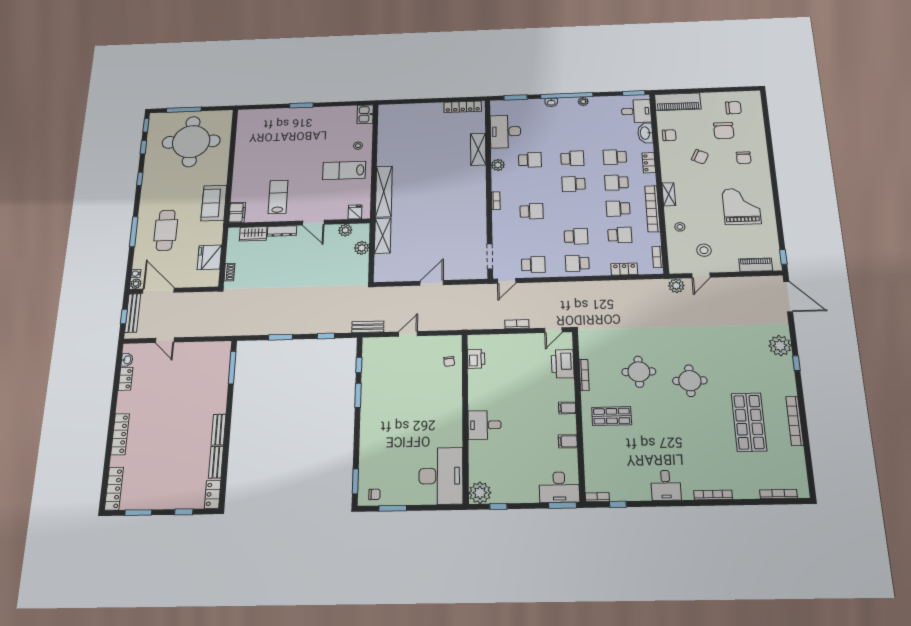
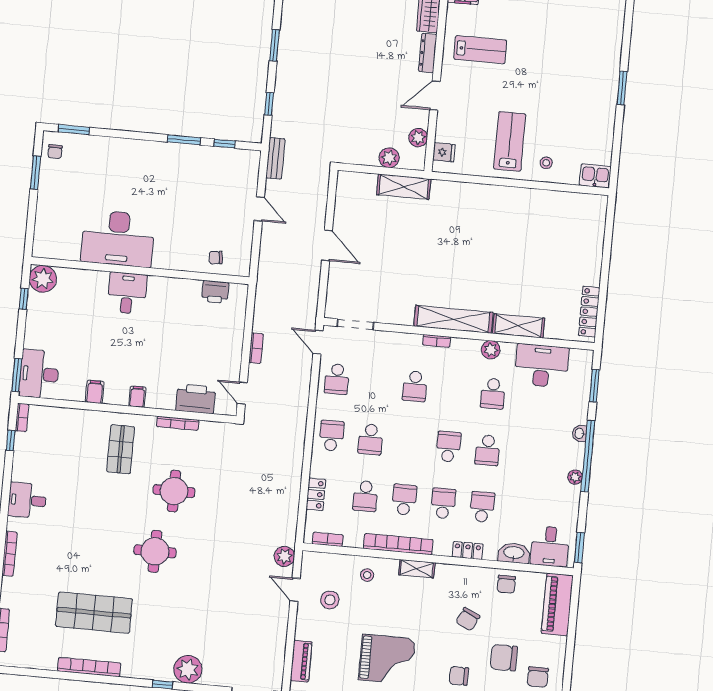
shelving: (384, 192) -> (453, 319), moved
desk: (441, 476) -> (118, 238), moved

